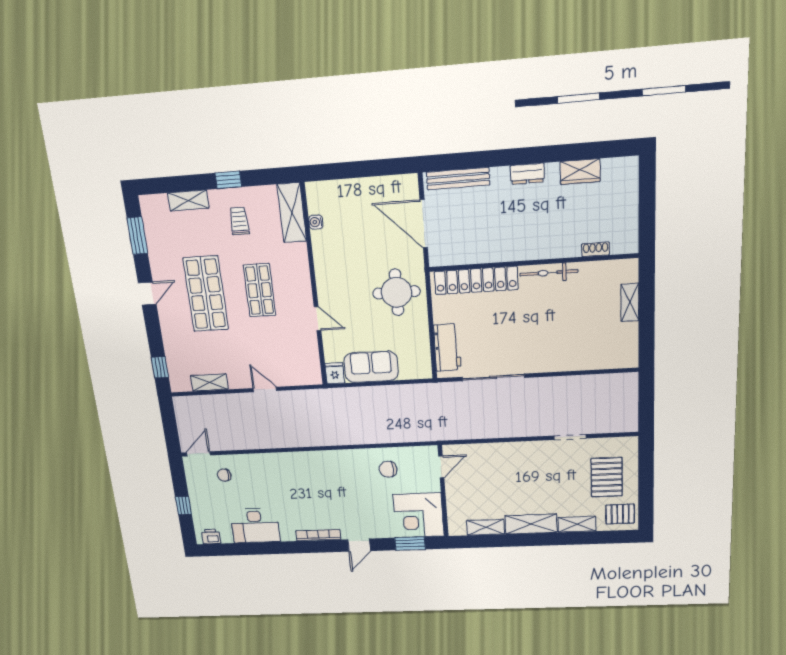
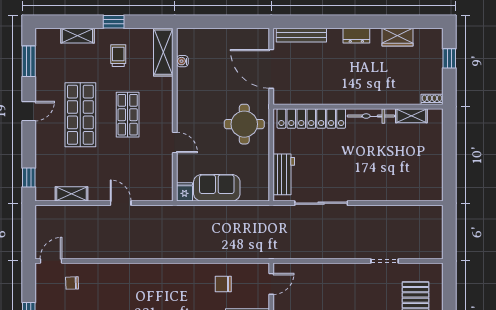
window: (647, 194) -> (449, 58), added
shoe rack: (596, 249) -> (432, 99), moved
shelving: (630, 302) -> (411, 116), moved, turned 90

